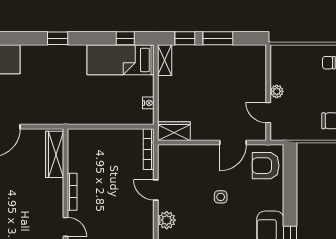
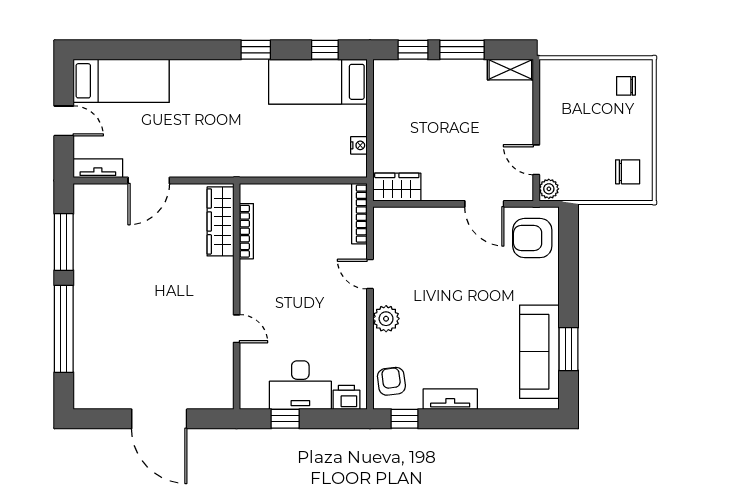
window: (58, 38) -> (256, 50), moved
shelving: (165, 60) -> (510, 70), moved, turned 90
plant: (277, 91) -> (549, 189), moved
door: (233, 142) -> (484, 204), hinge flipped
bookcase: (72, 192) -> (246, 231), moved
side table: (221, 197) -> (466, 284), removed

